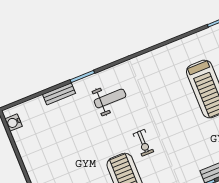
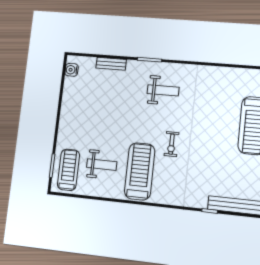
bench: (59, 94) -> (111, 64), moved

